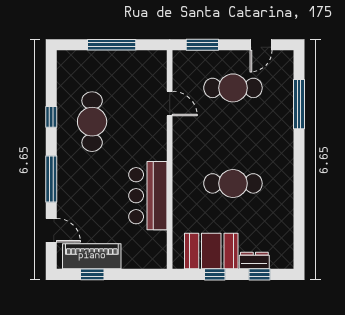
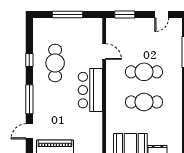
cafe table: (233, 88) -> (144, 72), moved
bar counter: (148, 196) -> (90, 90), moved
door: (51, 230) -> (29, 131), swing flipped

